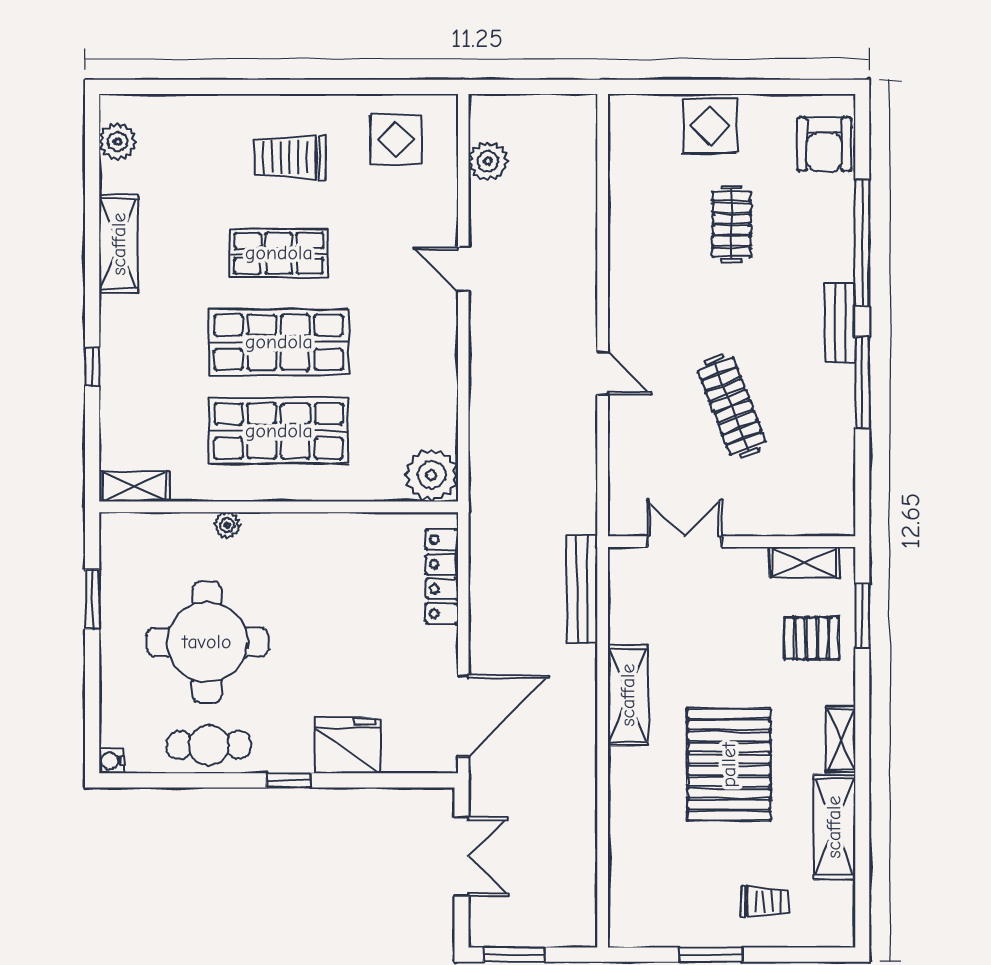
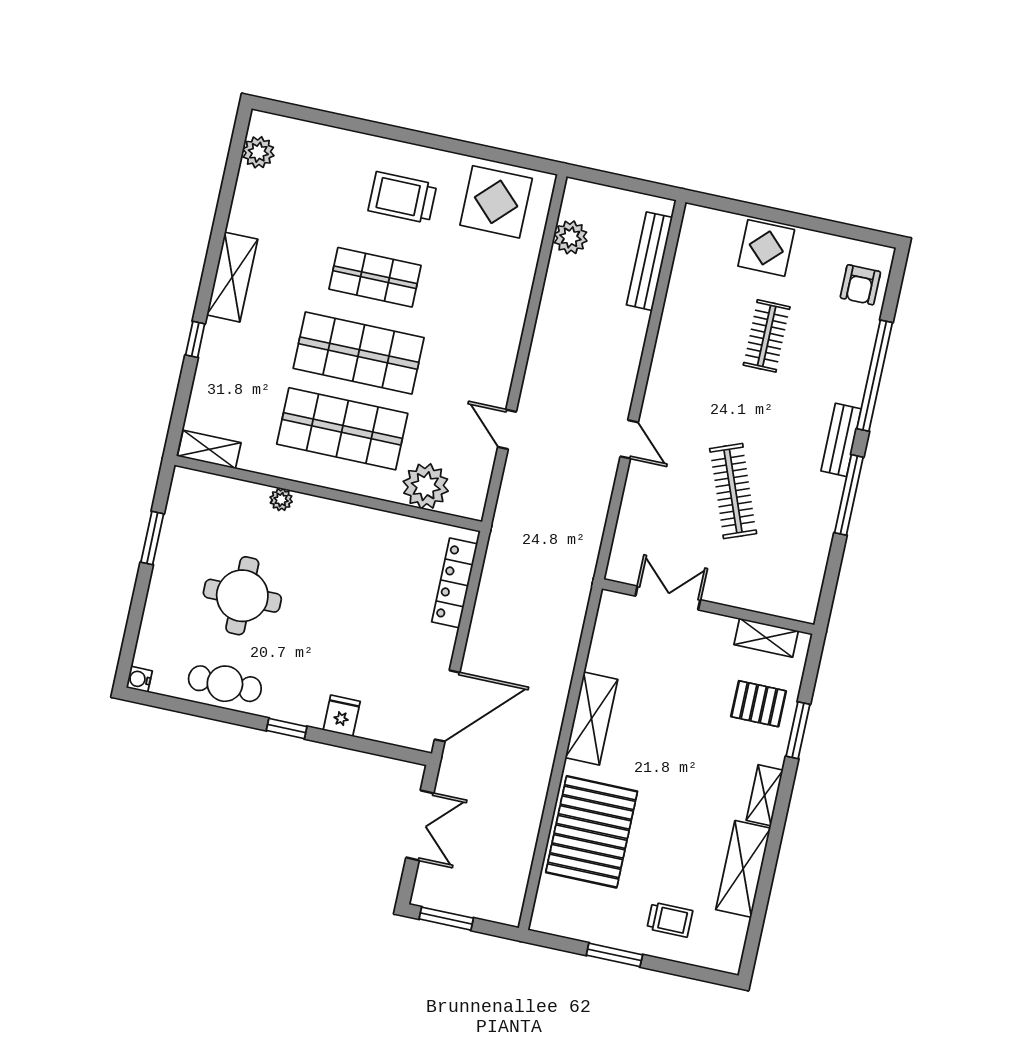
display table: (396, 139) -> (496, 202), width x1.36, depth x1.36
armchair: (824, 144) -> (860, 285), width x0.72, depth x0.72
shelving: (119, 244) -> (232, 277), moved
door: (463, 269) -> (507, 429), moved
plant: (432, 475) -> (426, 486), moved
bench: (582, 589) -> (649, 261), moved
window: (862, 616) -> (798, 730), moved
round table: (207, 642) -> (242, 596), width x0.73, depth x0.73
fridge: (347, 746) -> (342, 716), width x0.53, depth x0.75
pallet: (729, 765) -> (592, 832), moved

